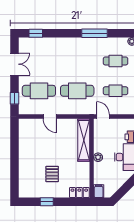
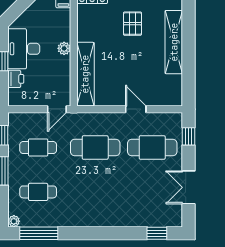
window: (94, 33) -> (39, 233), moved
door: (103, 116) -> (57, 109), hinge flipped
shelving: (24, 162) -> (174, 42), added

